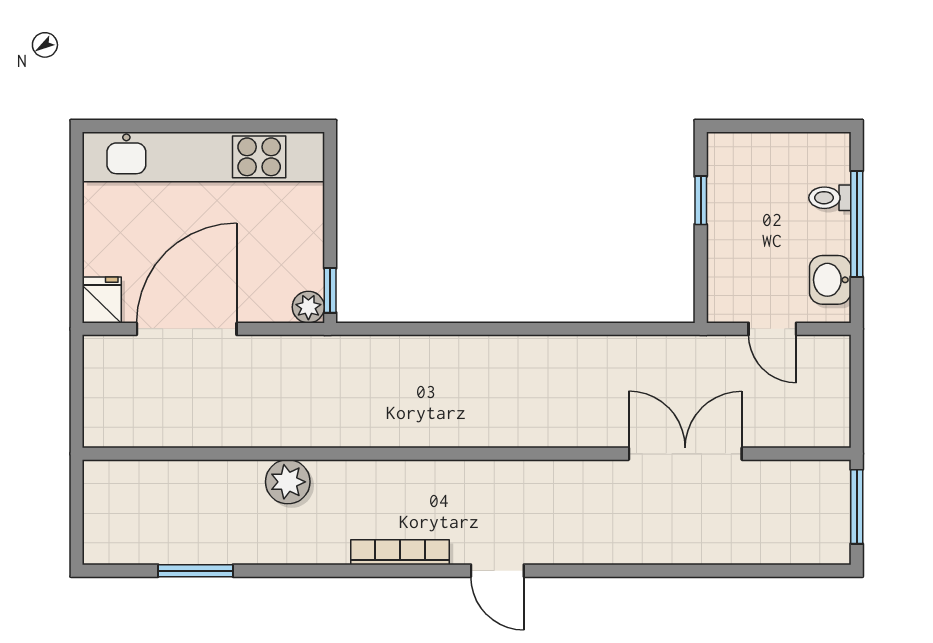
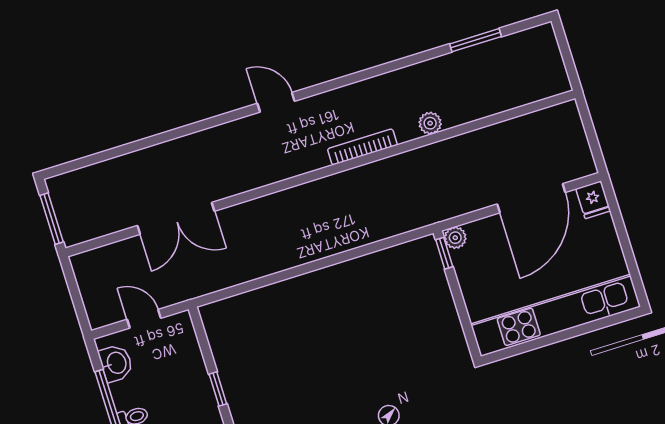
plant: (288, 482) -> (430, 123), width x0.73, depth x0.73
bookcase: (400, 552) -> (362, 147), moved, turned 180

